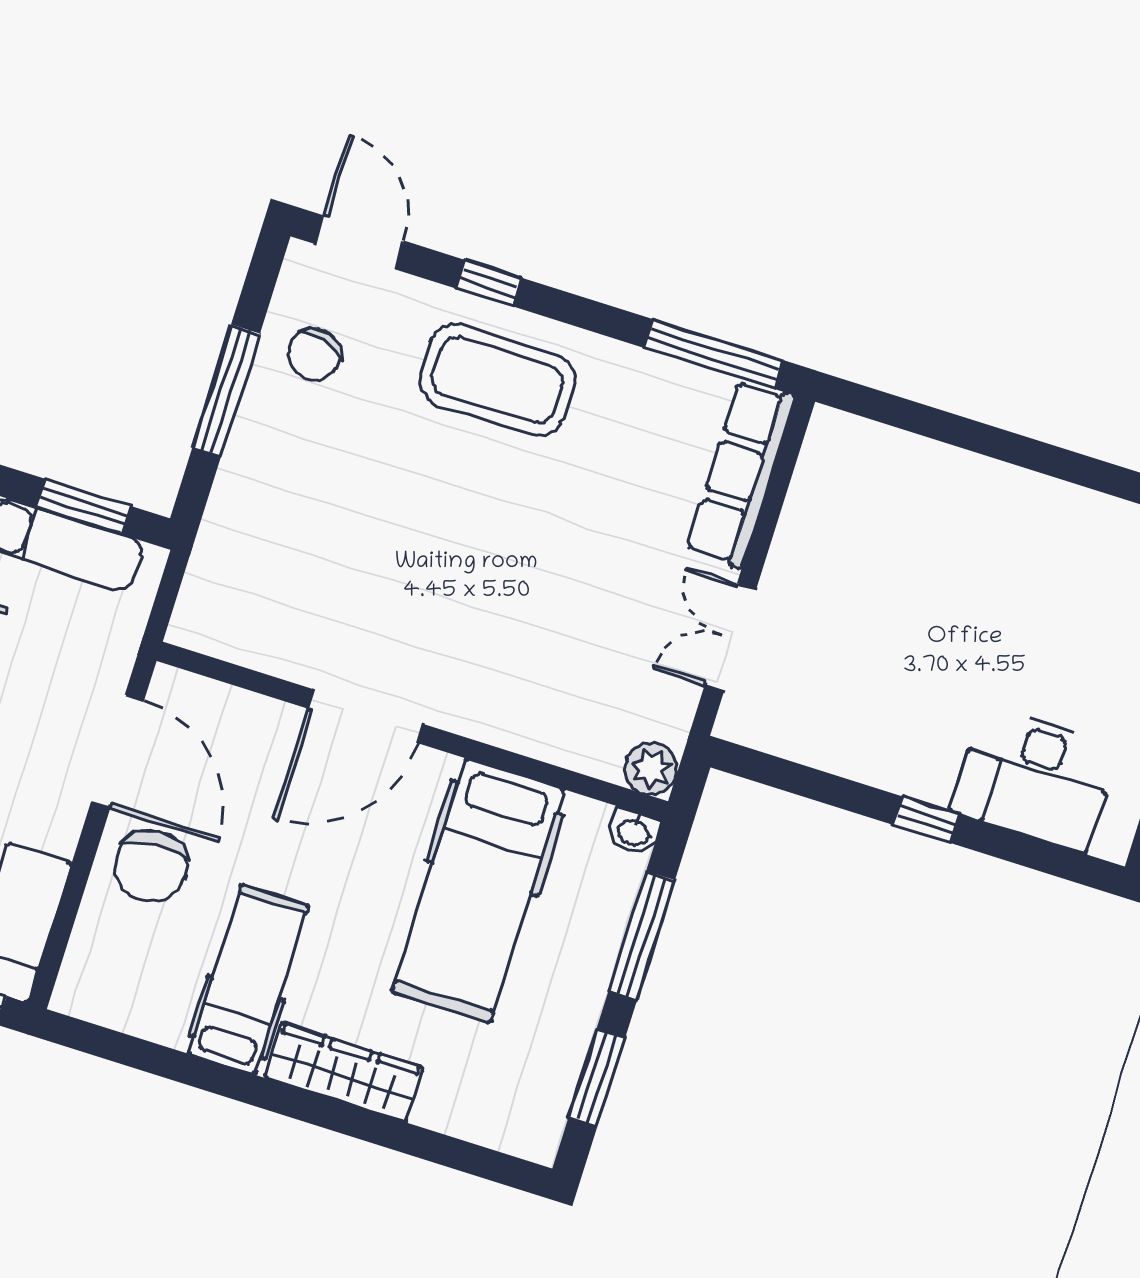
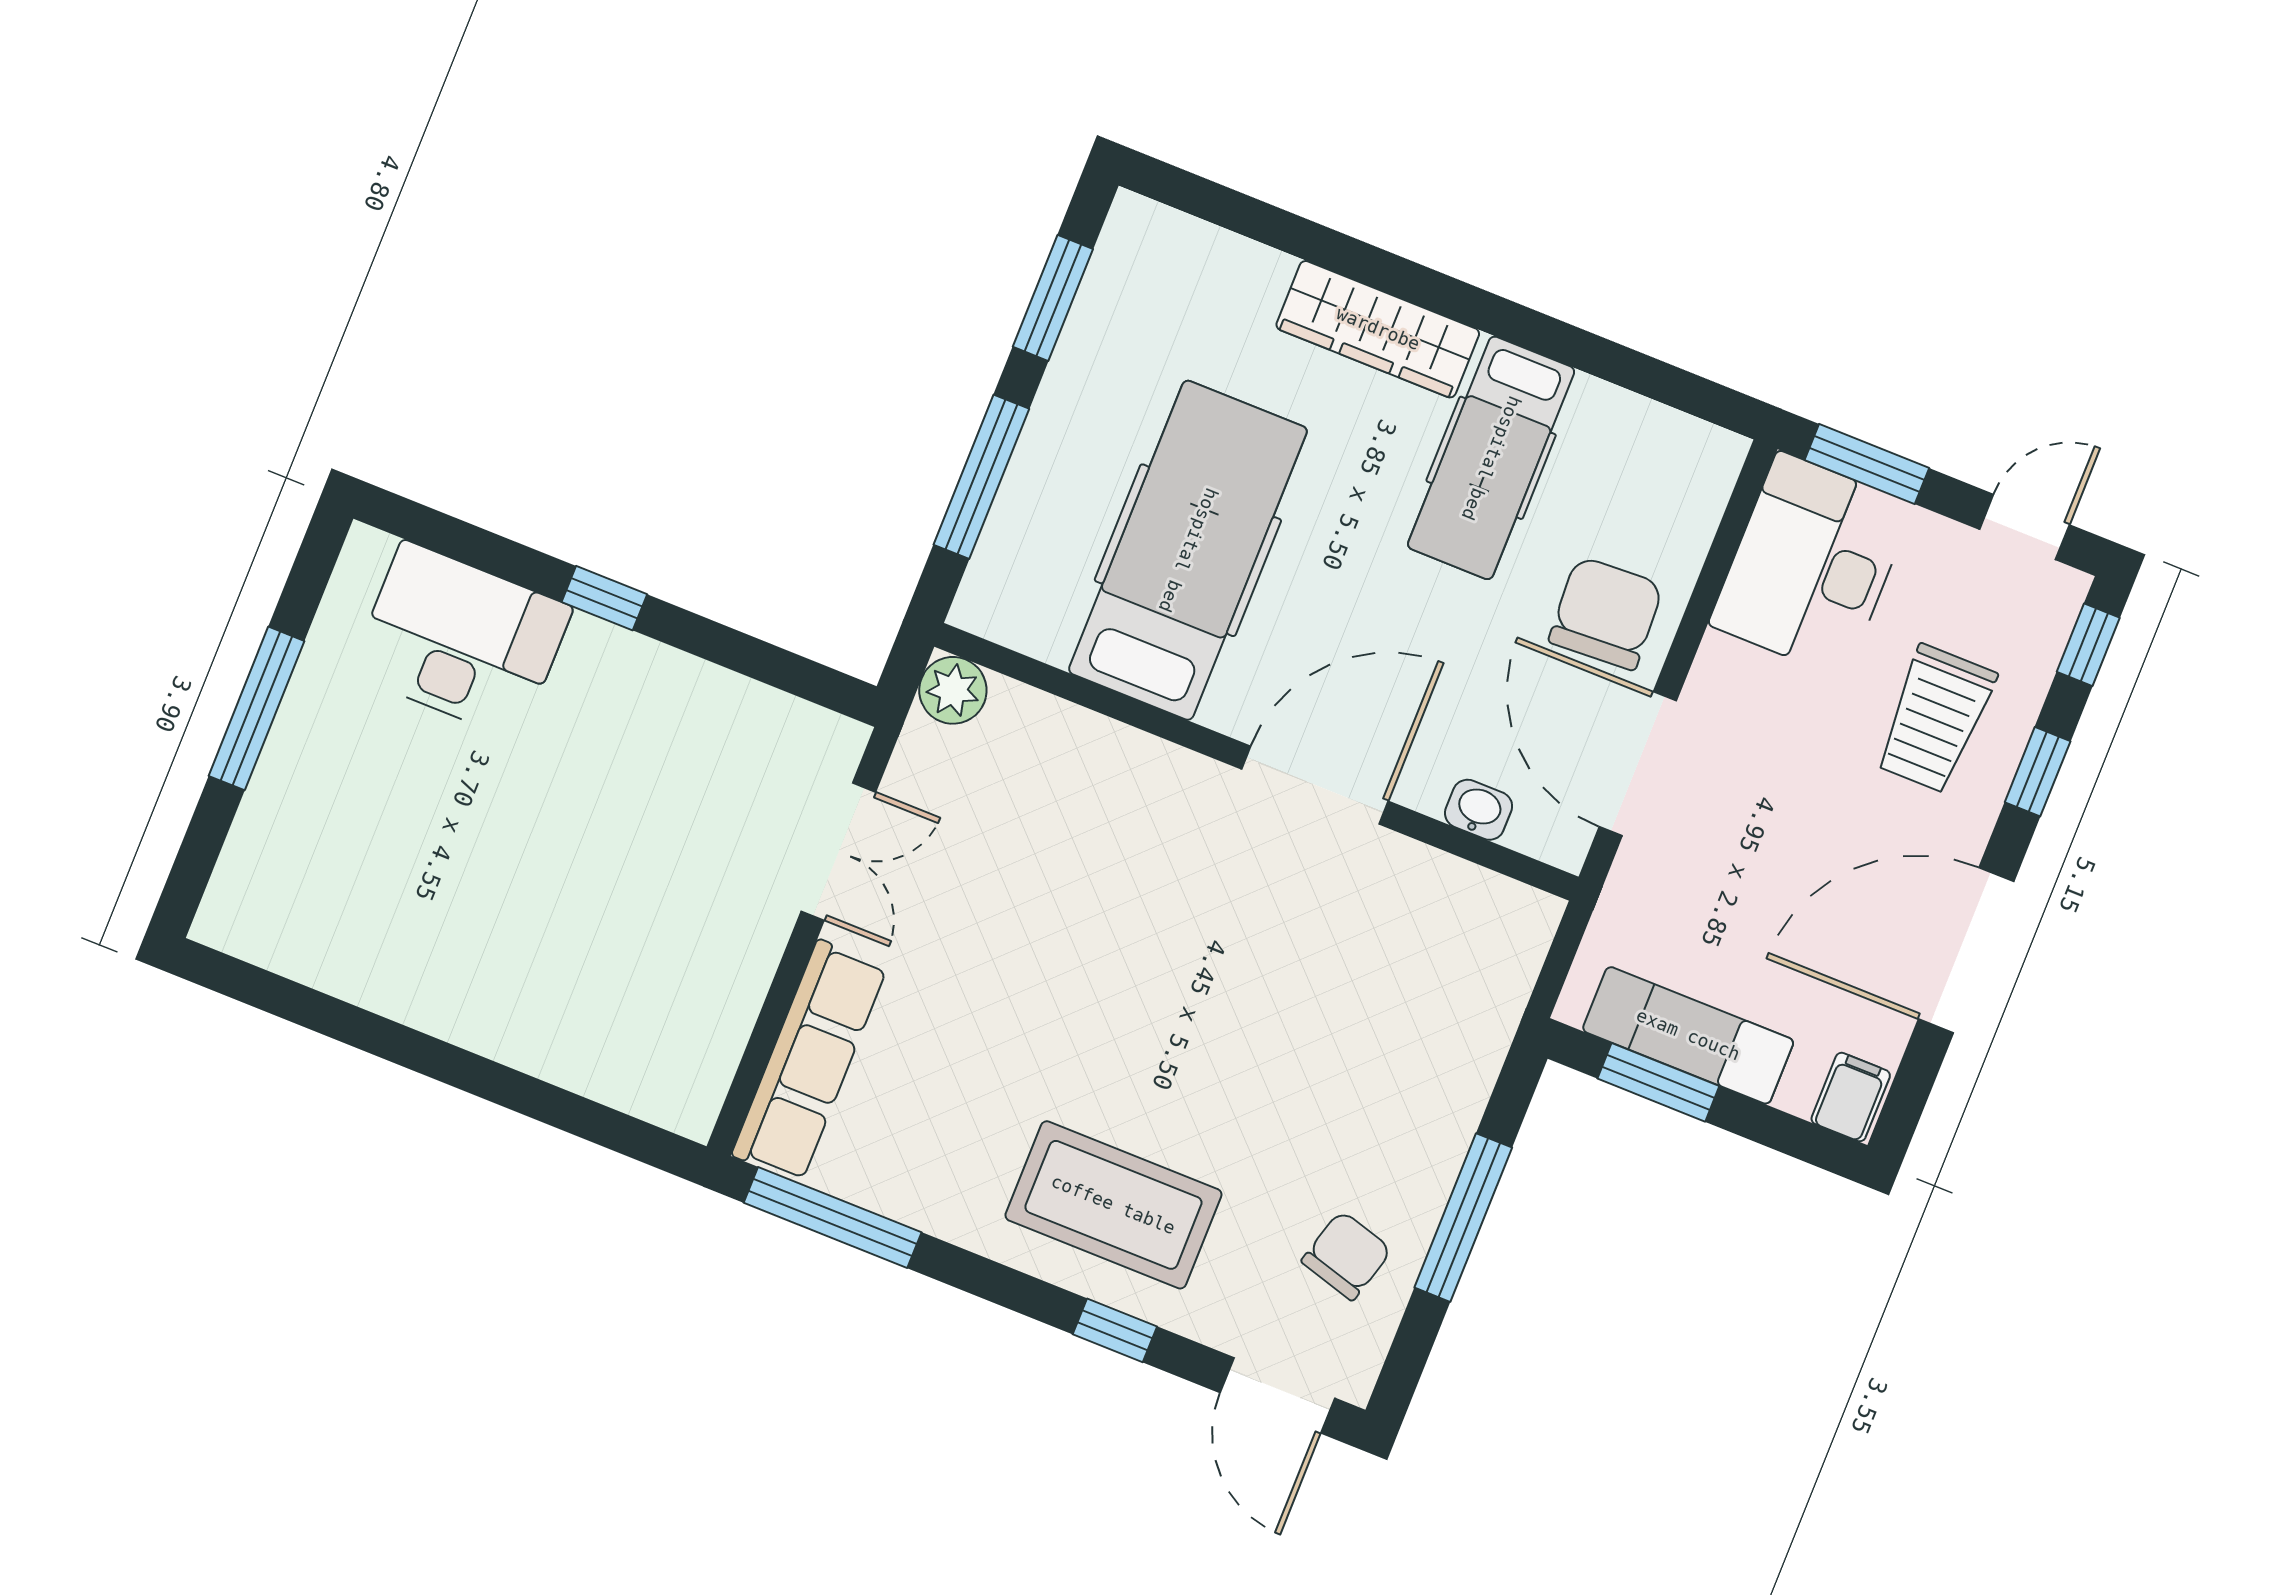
washbasin: (634, 832) -> (1479, 810), moved

